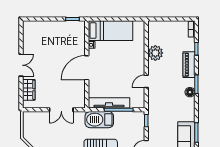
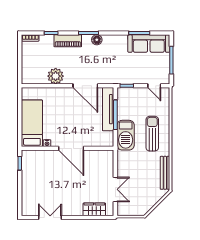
double door: (21, 65) -> (50, 217), moved
door: (146, 81) -> (85, 86), width x1.88
tv unit: (109, 103) -> (108, 109), moved
double door: (61, 110) -> (115, 189), moved

